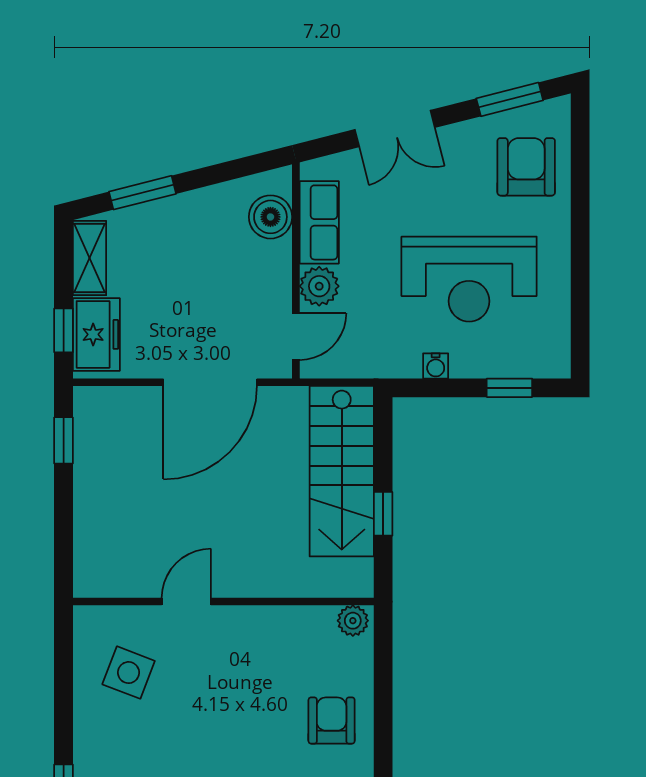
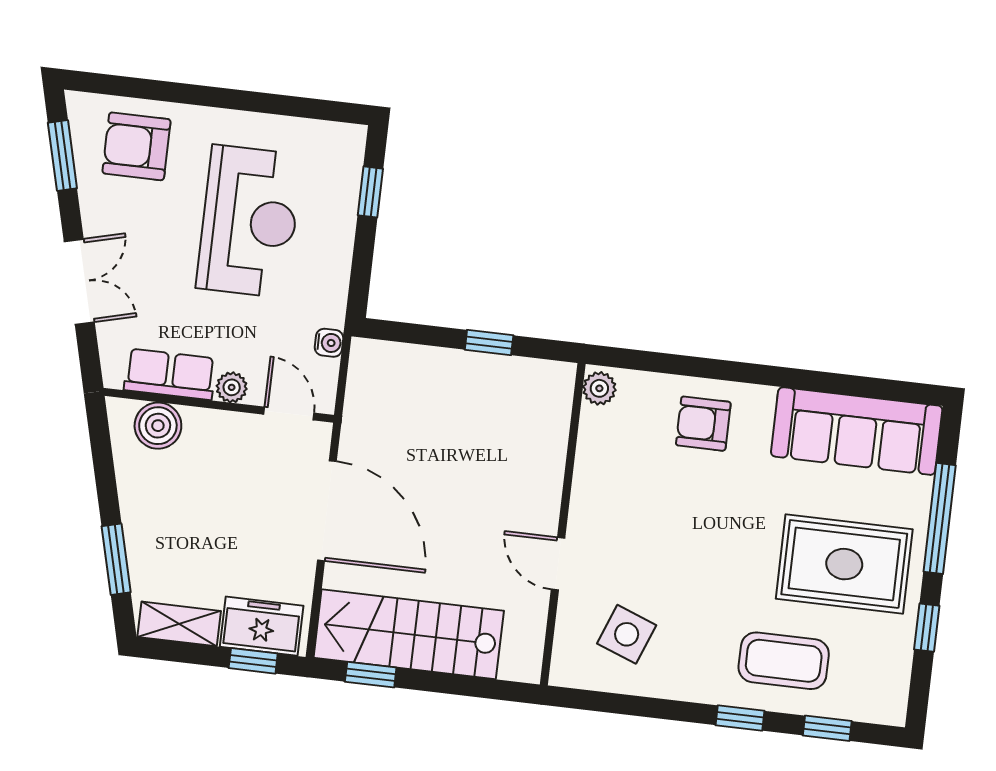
plant: (319, 286) -> (232, 387), width x0.73, depth x0.73
water cooler: (436, 366) -> (329, 343), moved
stairs: (342, 471) -> (409, 634), moved, turned 180

